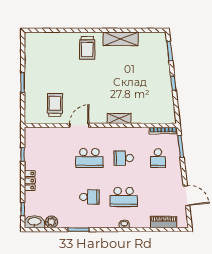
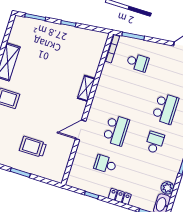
trolley: (55, 105) -> (33, 147), moved
door: (79, 125) -> (81, 130), hinge flipped
school desk: (124, 158) -> (105, 164), moved, turned 90

